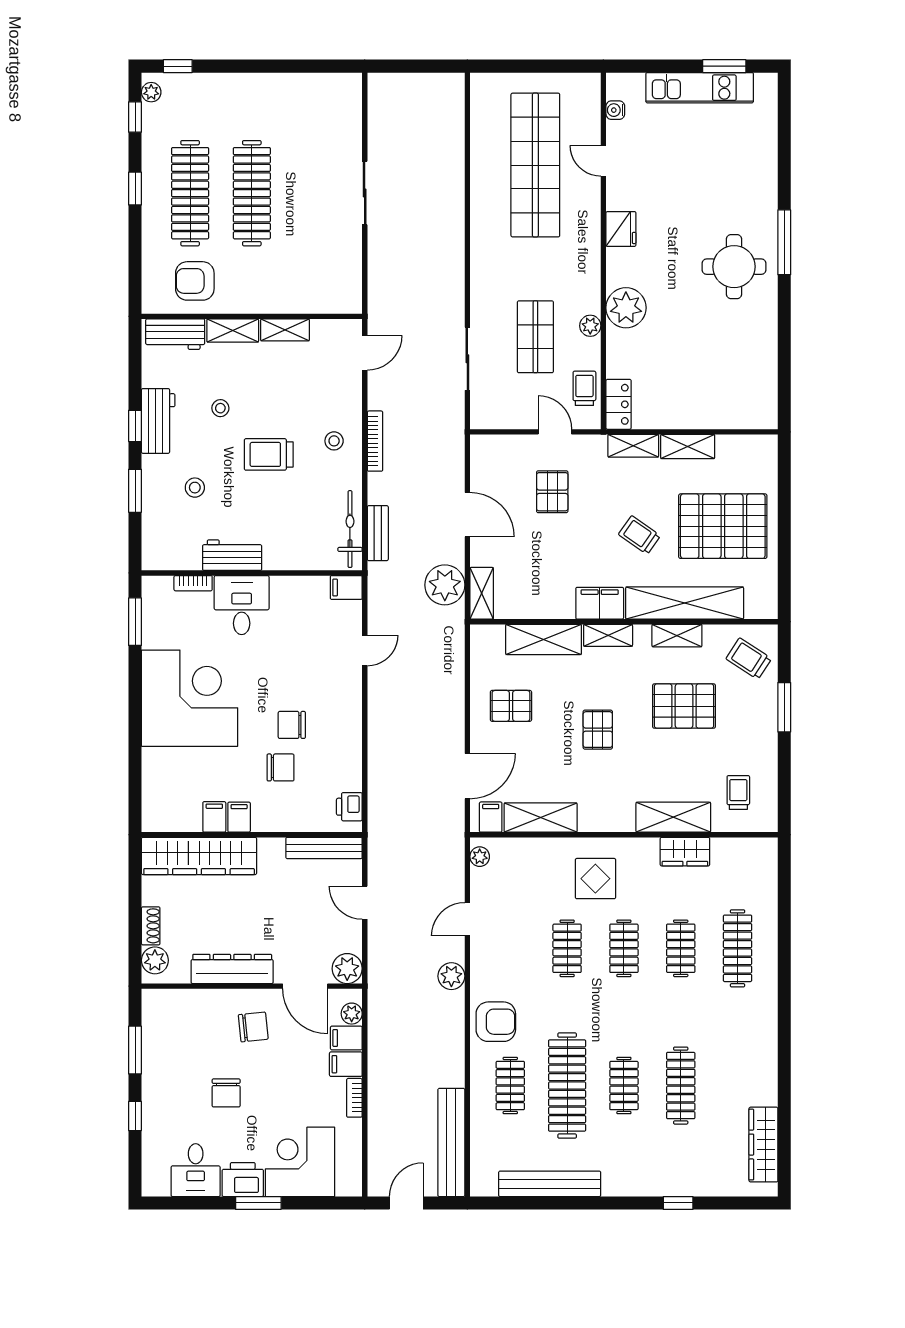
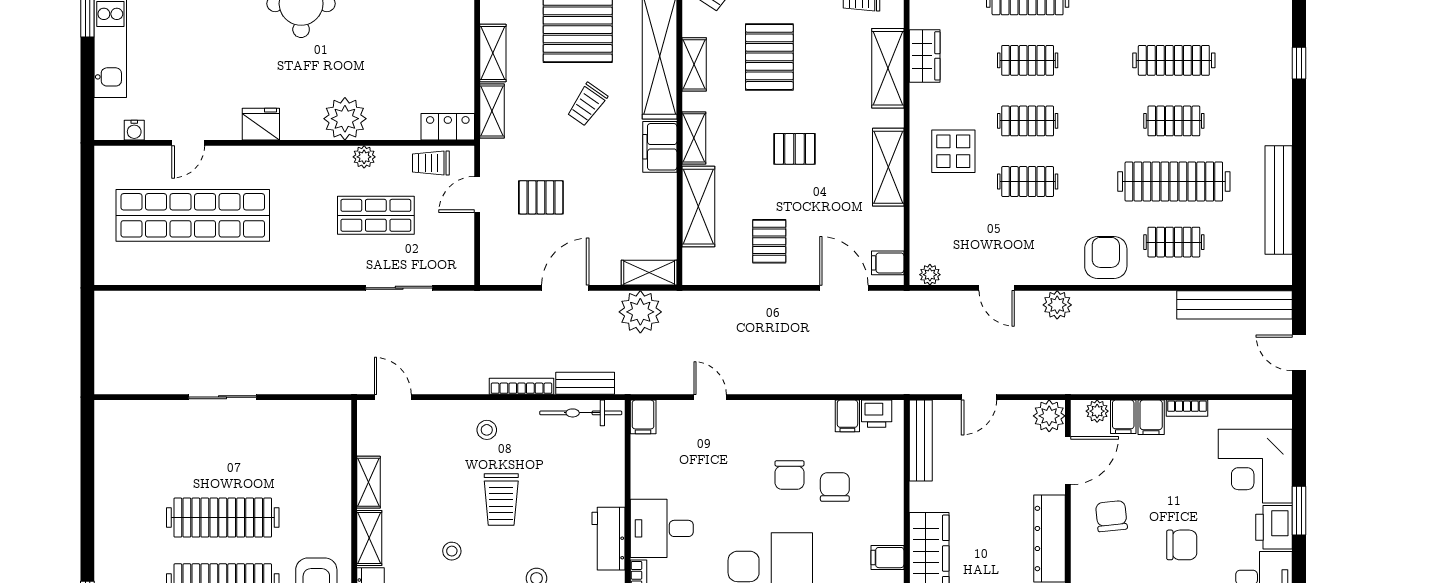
bookcase: (375, 441) -> (522, 386), moved
filing cabinet: (239, 817) -> (847, 416), moved, turned -90
shelving: (541, 818) -> (888, 167), moved

